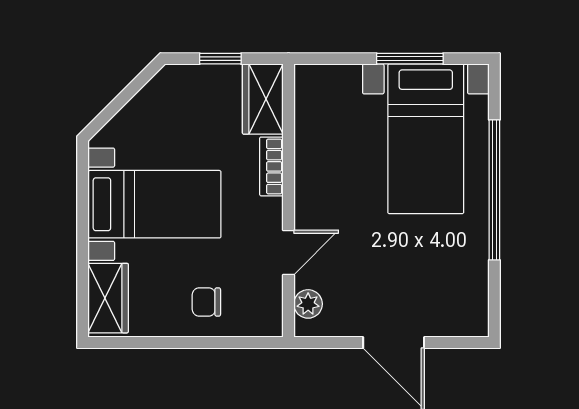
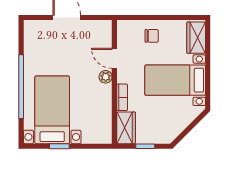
window: (410, 59) -> (59, 146), width x0.67
door: (288, 252) -> (114, 58), hinge flipped
plant: (308, 304) -> (106, 77), moved

